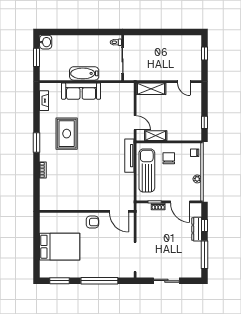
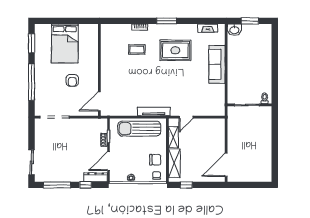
washbasin: (46, 42) -> (234, 30), moved
window: (204, 54) -> (254, 185), removed
bathtub: (84, 73) -> (234, 67), removed
door: (184, 82) -> (226, 165), width x1.88
shelving: (151, 89) -> (174, 163), moved
chair: (169, 158) -> (155, 160), moved
sun lounger: (147, 170) -> (139, 129), turned 180
coffee table: (66, 173) -> (137, 50), added
armchair: (92, 222) -> (72, 80), moved
dresser: (197, 229) -> (96, 177), moved
sliding door: (166, 281) -> (32, 162), moved

